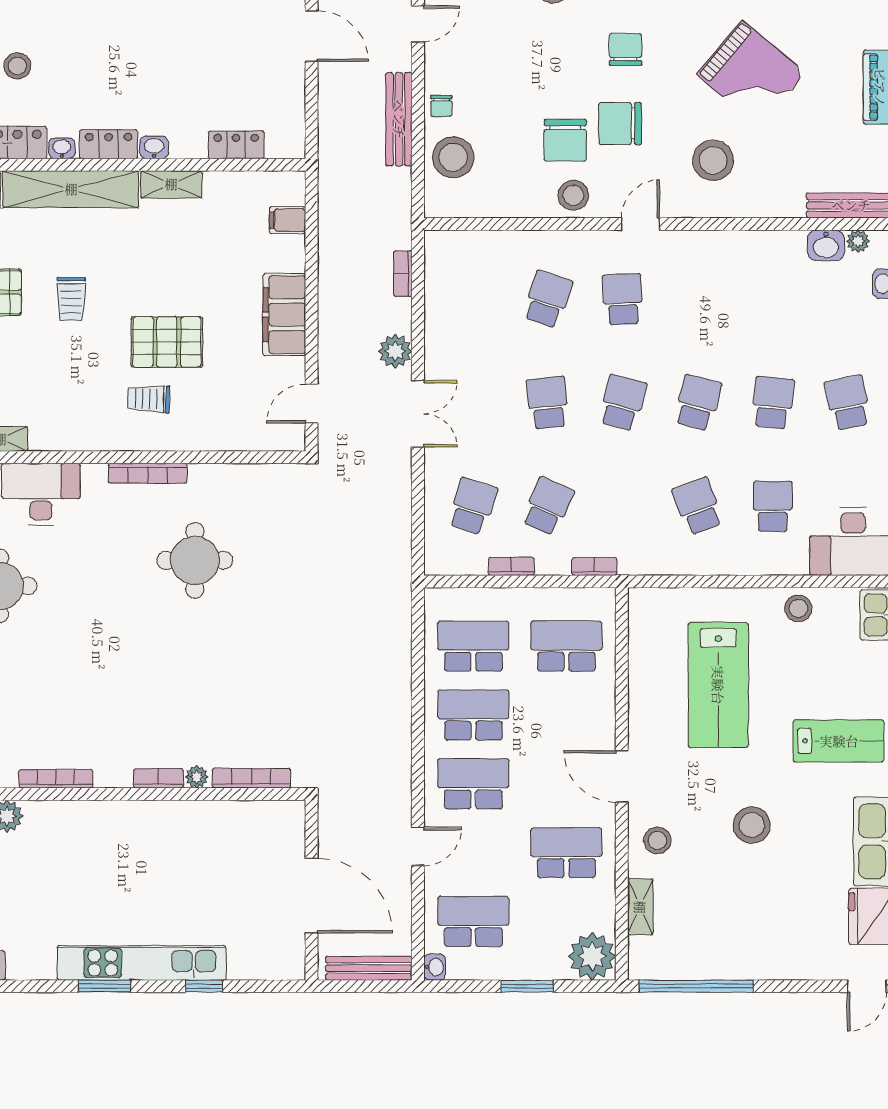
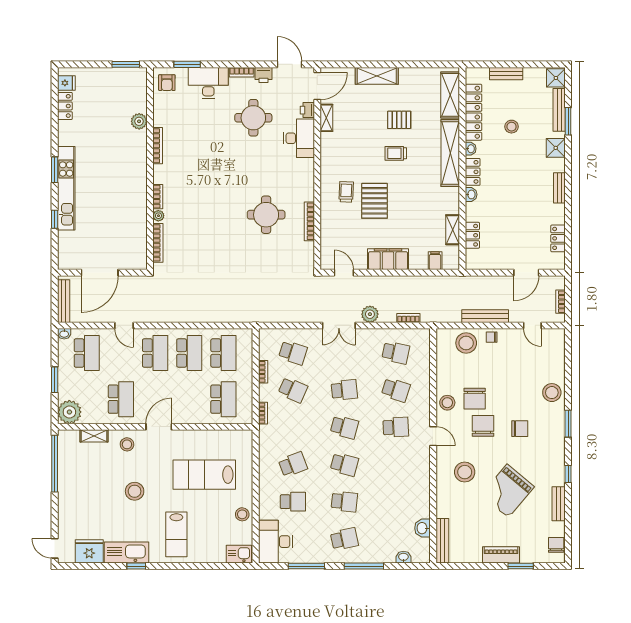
chair: (565, 140) -> (475, 399), turned -90
shelving: (171, 184) -> (453, 230), moved
plant: (858, 241) -> (425, 544), removed
school desk: (473, 299) -> (396, 353), added
bookcase: (148, 473) -> (309, 221), moved

